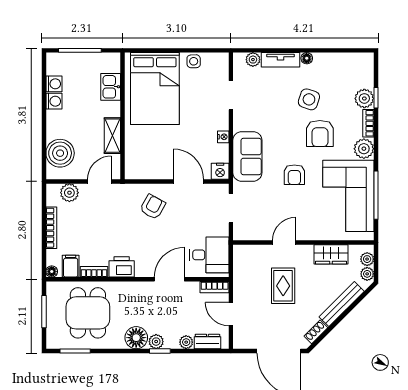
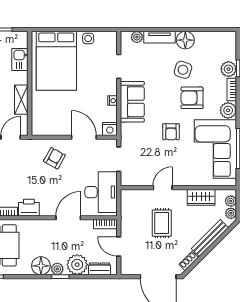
floor lamp: (307, 58) -> (185, 40), width x1.89, depth x1.89
armchair: (320, 133) -> (192, 98), turned 90
sofa: (247, 156) -> (132, 102), moved
desk: (209, 255) -> (101, 192), width x1.37
plant: (186, 342) -> (77, 265), width x1.88, depth x1.88

